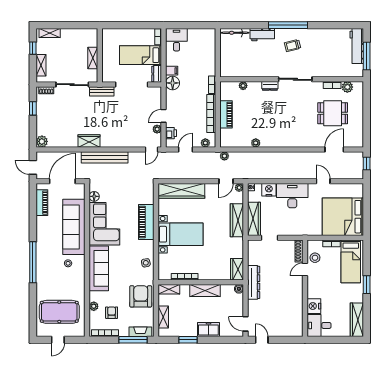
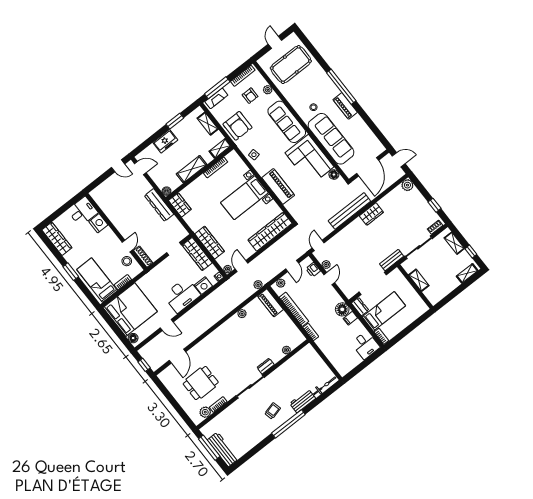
piano: (226, 114) -> (270, 303), moved
floor lamp: (358, 192) -> (133, 338), added
piano: (42, 203) -> (345, 106), moved

